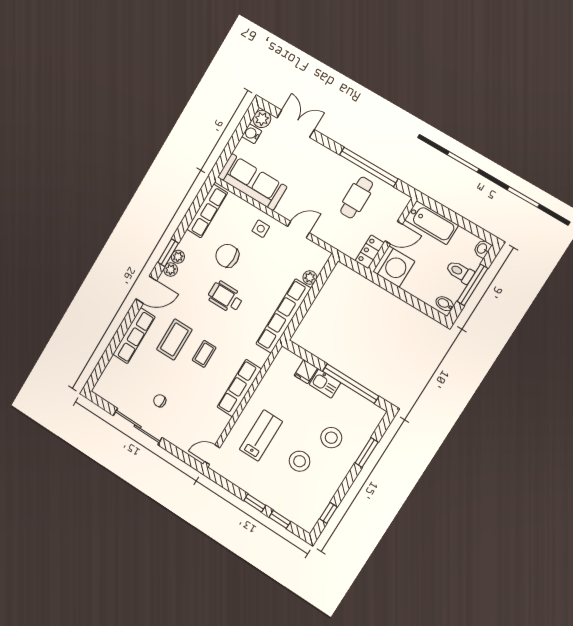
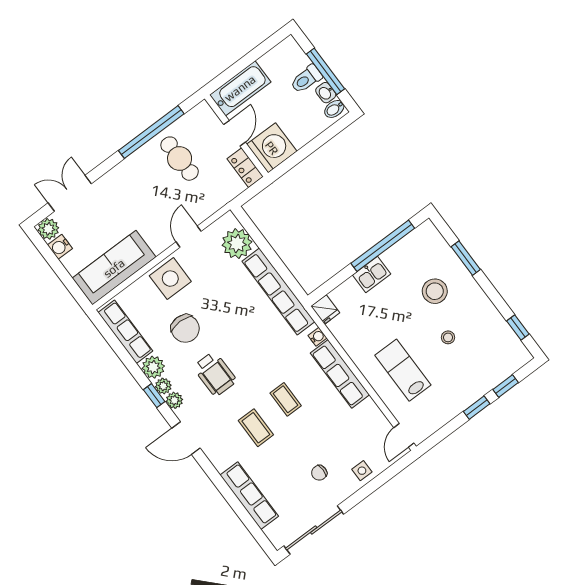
side table: (261, 229) -> (170, 279), width x1.87, depth x1.87
plant: (189, 243) -> (153, 367), added
washbasin: (482, 249) -> (326, 93), moved
window: (168, 253) -> (154, 396), width x0.67
chair: (227, 256) -> (185, 329), turned -90
plant: (310, 278) -> (237, 244), width x1.88, depth x1.88
door: (146, 290) -> (186, 438), swing flipped
wheelchair: (225, 297) -> (215, 374), moved, turned -90
row of seats: (134, 336) -> (249, 496), moved
coffee table: (174, 339) -> (256, 428), width x0.73, depth x0.77
water cooler: (261, 360) -> (317, 337), added
fridge: (306, 372) -> (325, 310), moved
sliding door: (138, 427) -> (314, 530), moved
side table: (174, 433) -> (362, 471), added
stool: (300, 461) -> (448, 337), width x0.53, depth x0.53

